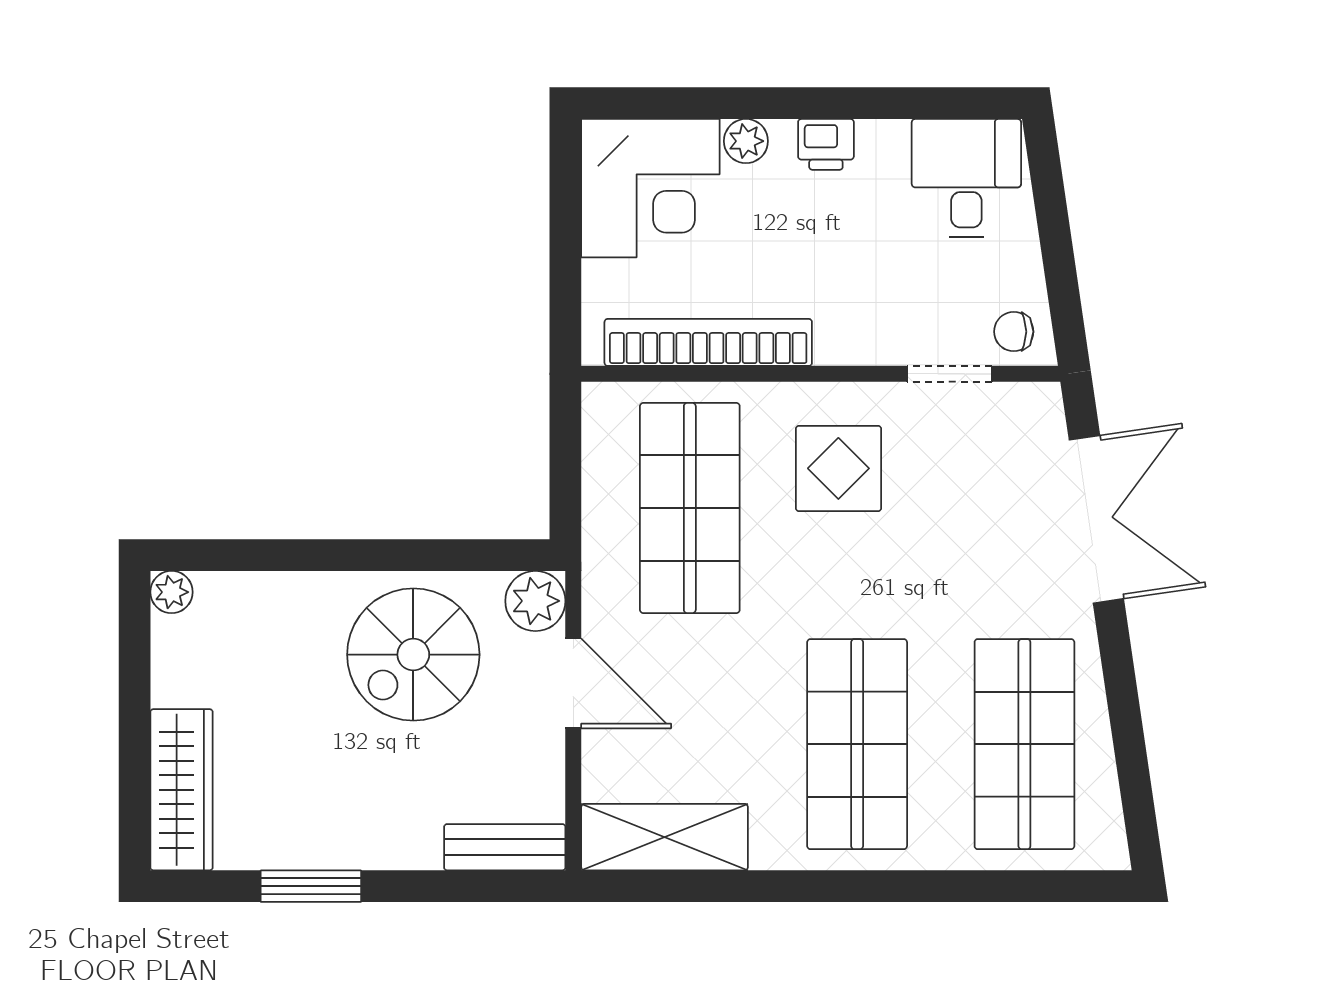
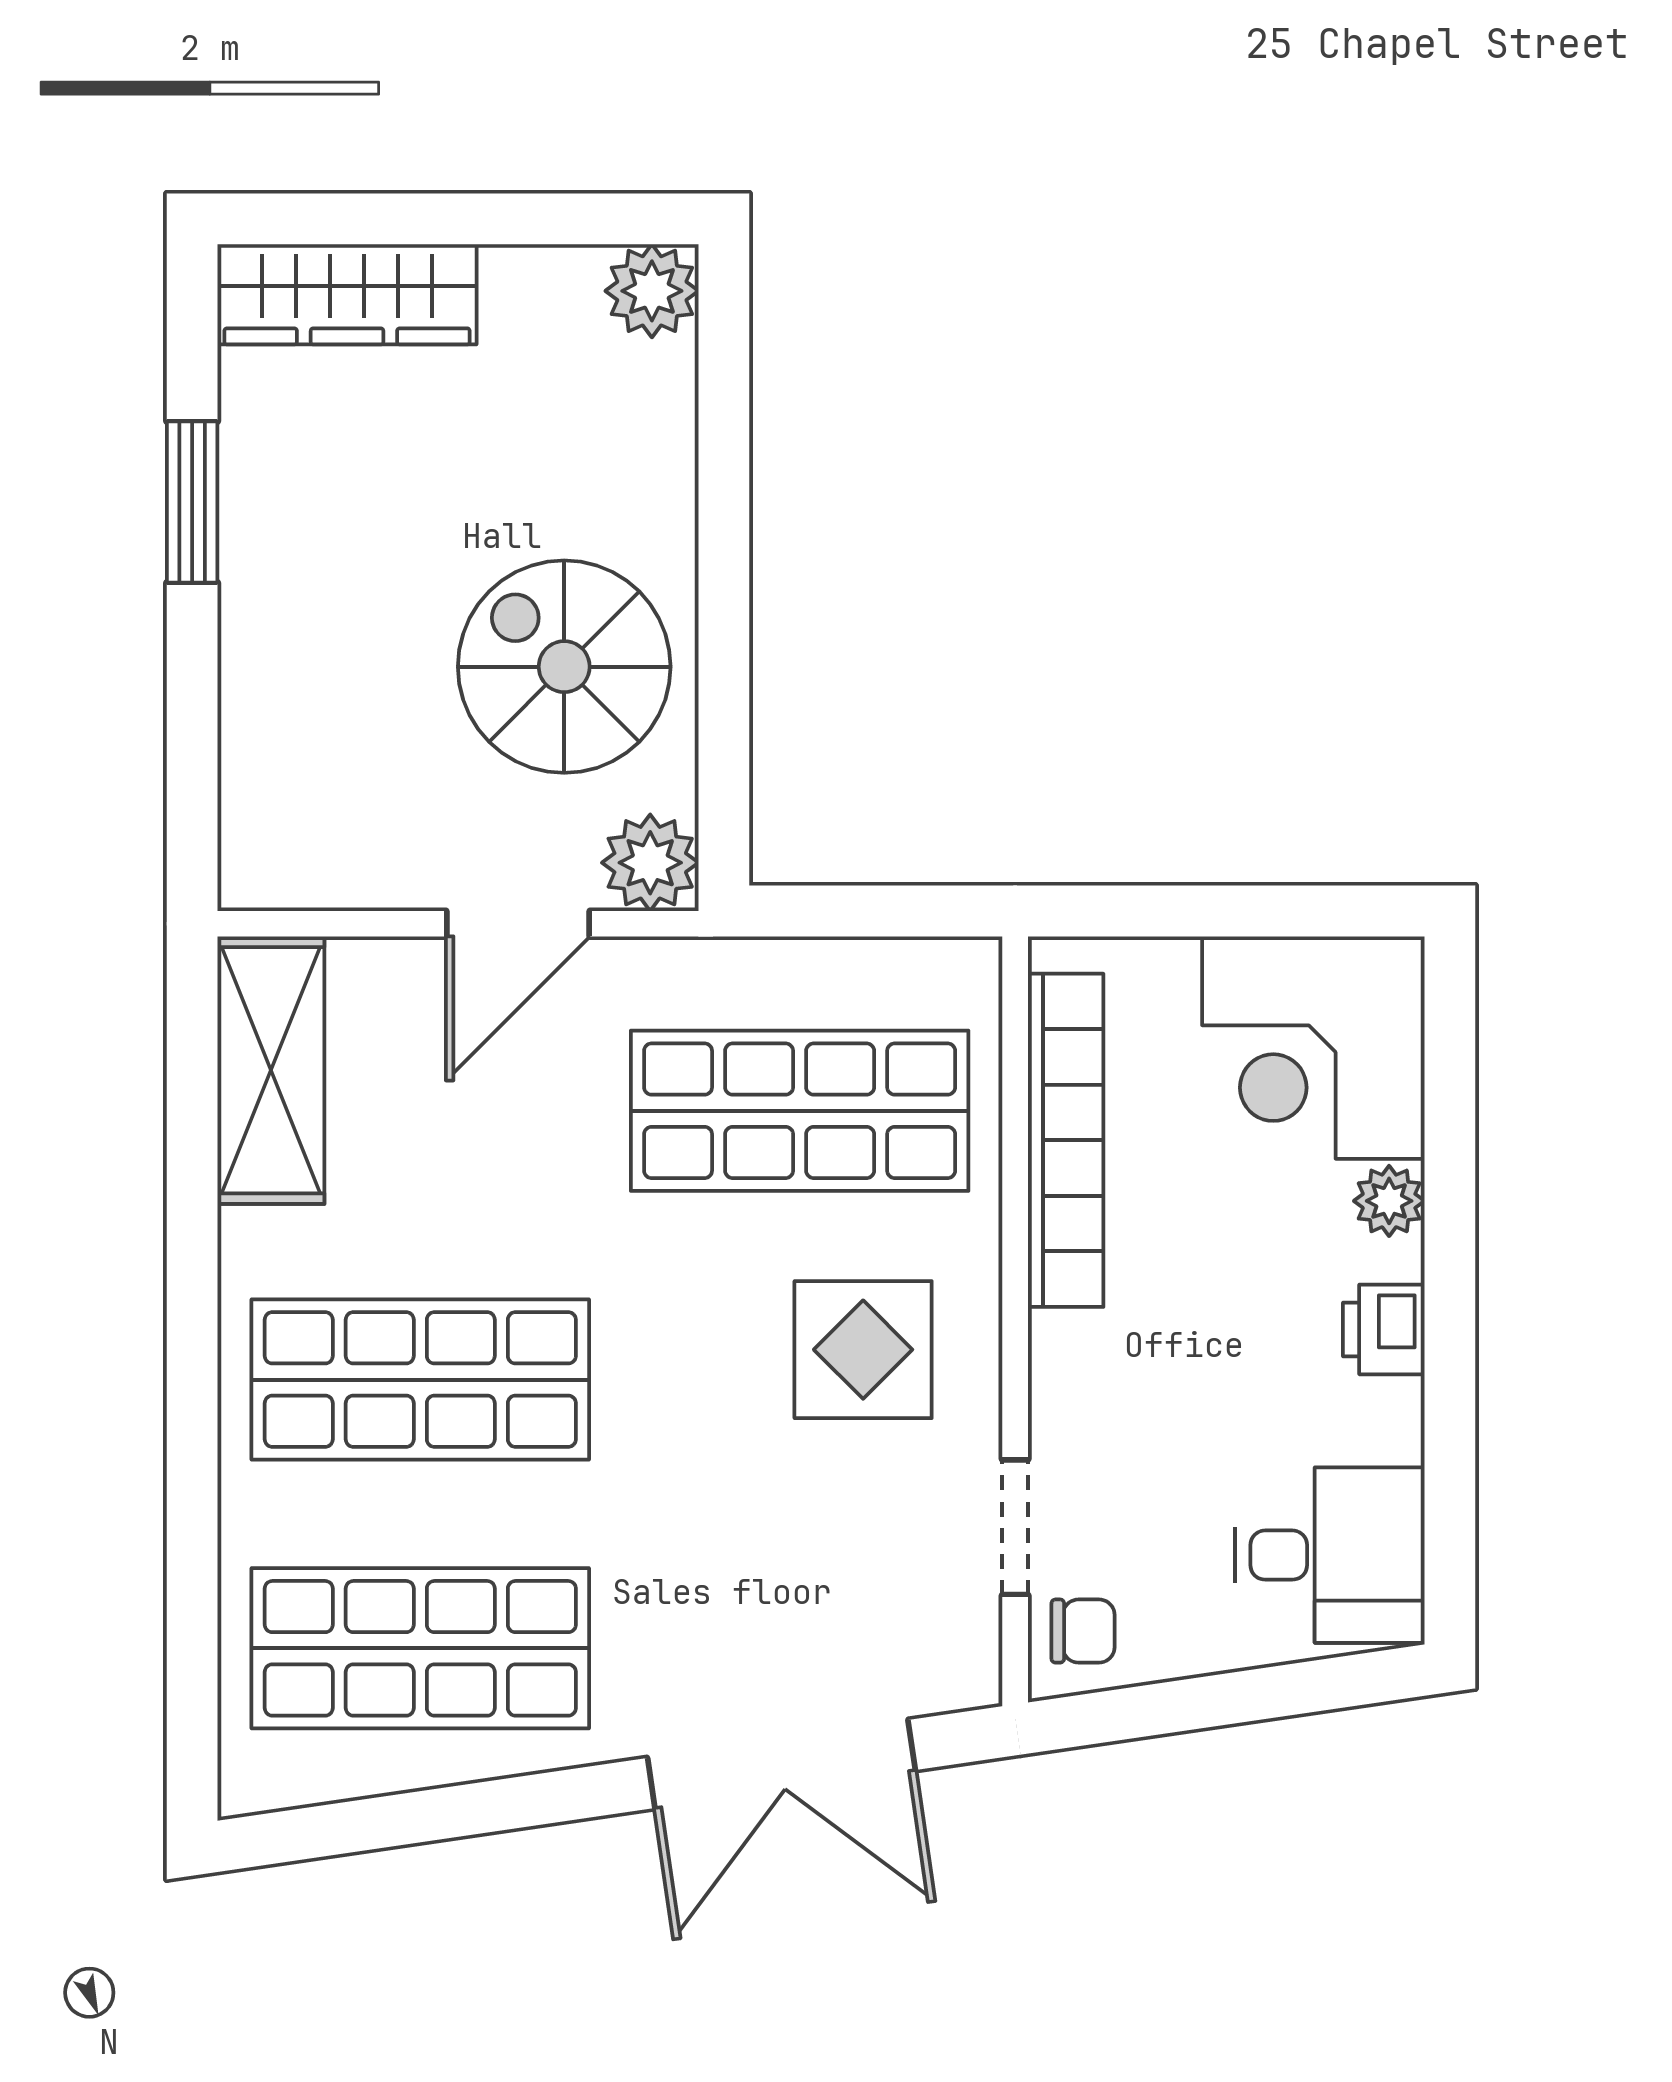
chair: (1014, 332) -> (1083, 1631), turned 90
plant: (171, 592) -> (652, 291), width x1.38, depth x1.38
bench: (505, 847) -> (255, 814), removed

